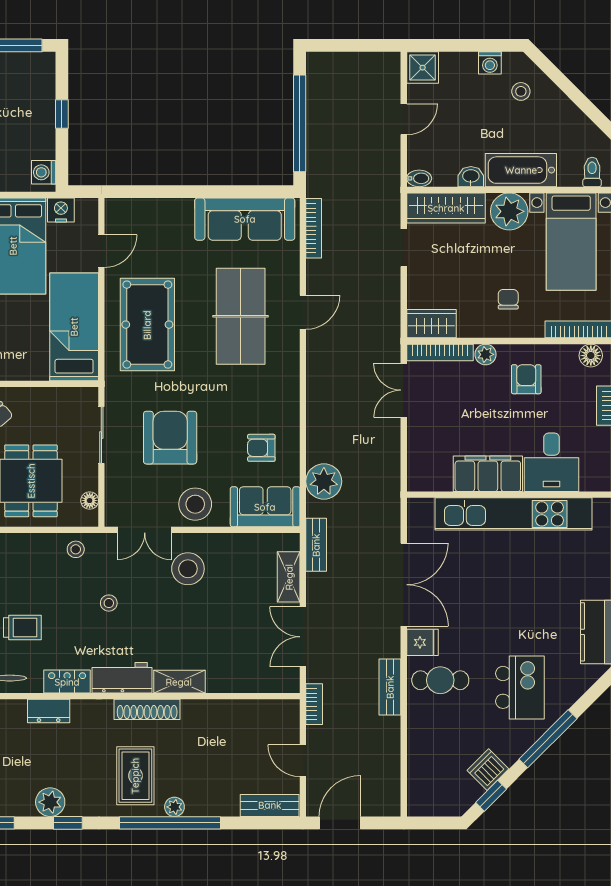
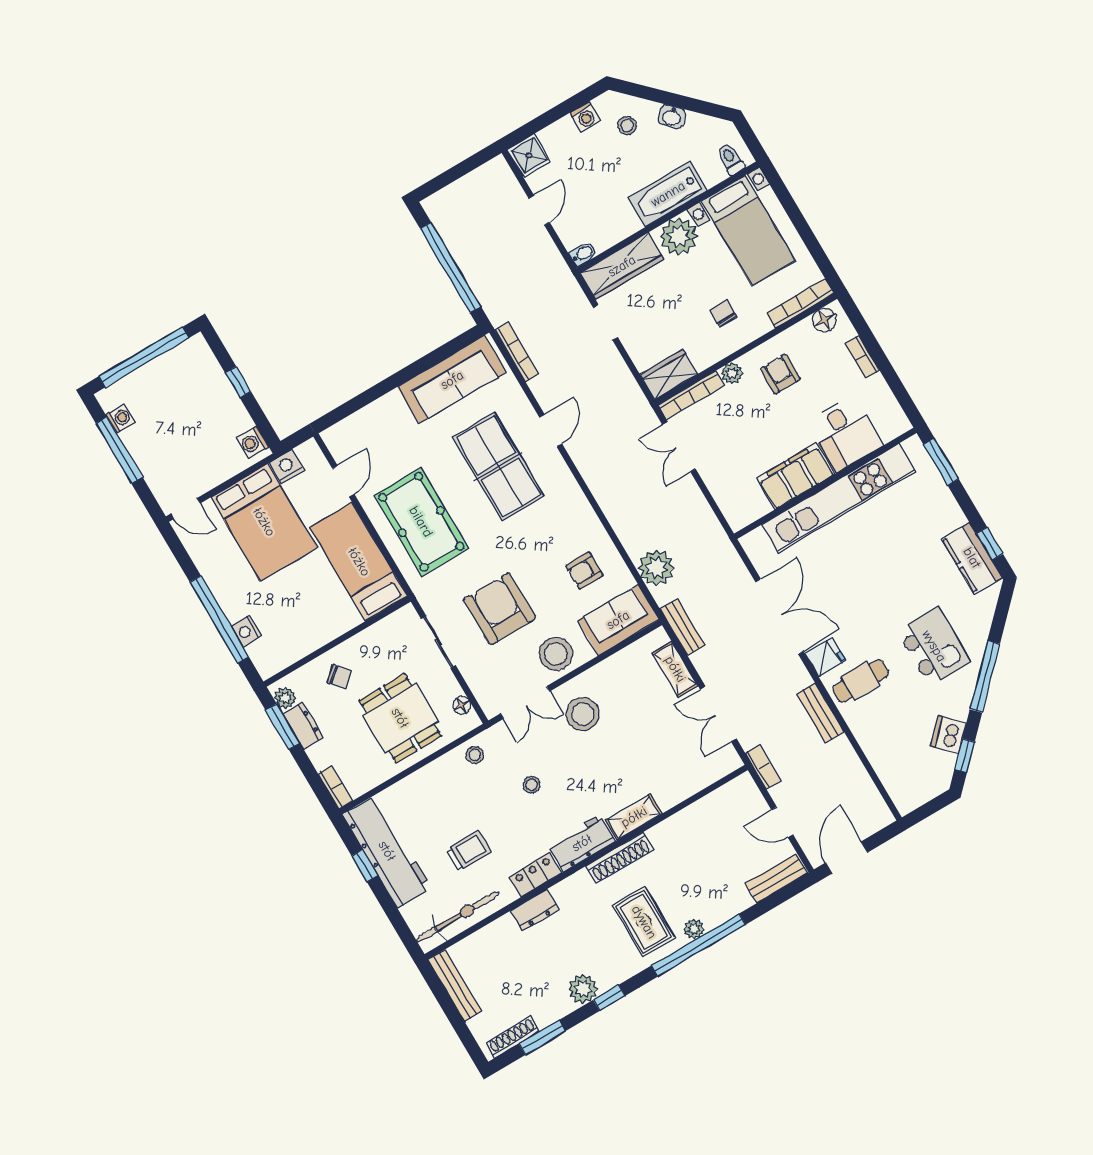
washbasin: (471, 177) -> (672, 117), moved, turned -135

